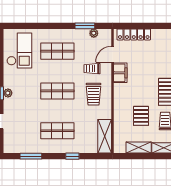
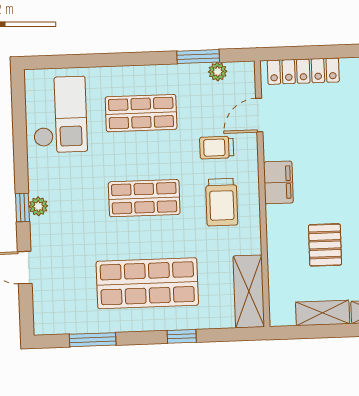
filing cabinet: (120, 73) -> (278, 182), moved
shop shelf: (57, 131) -> (147, 283), width x1.43, depth x1.36

